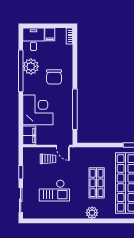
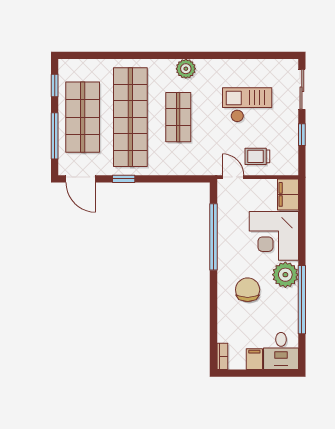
plant: (31, 66) -> (285, 275), moved

